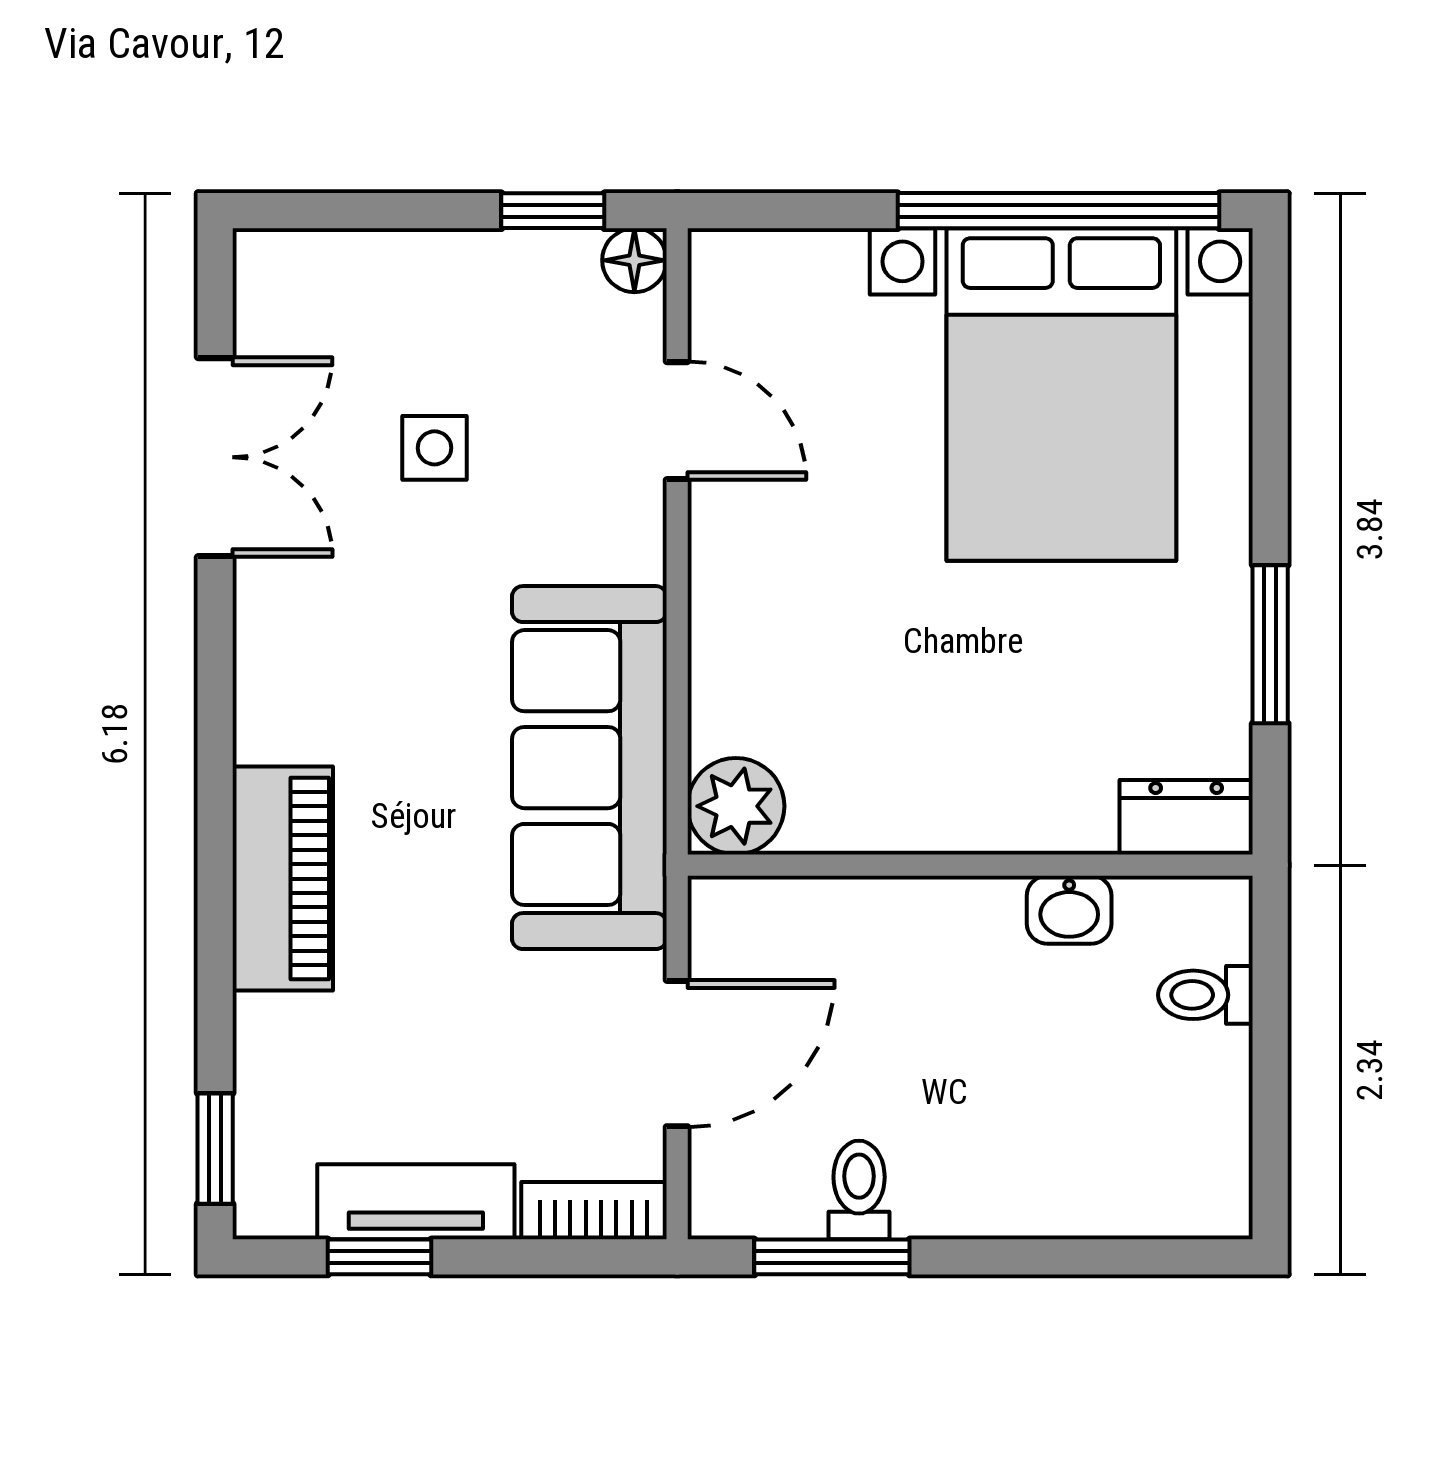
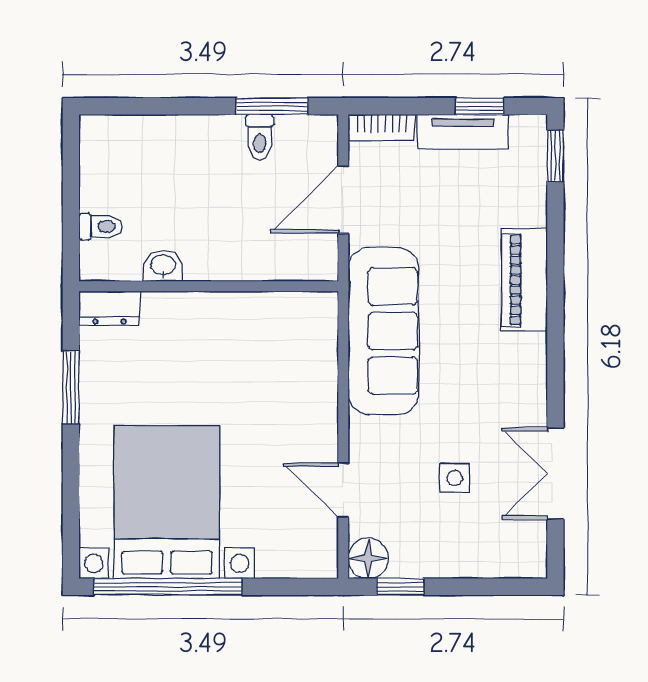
floor lamp: (634, 260) -> (368, 558), width x1.37, depth x1.37
plant: (736, 806) -> (316, 313), removed

